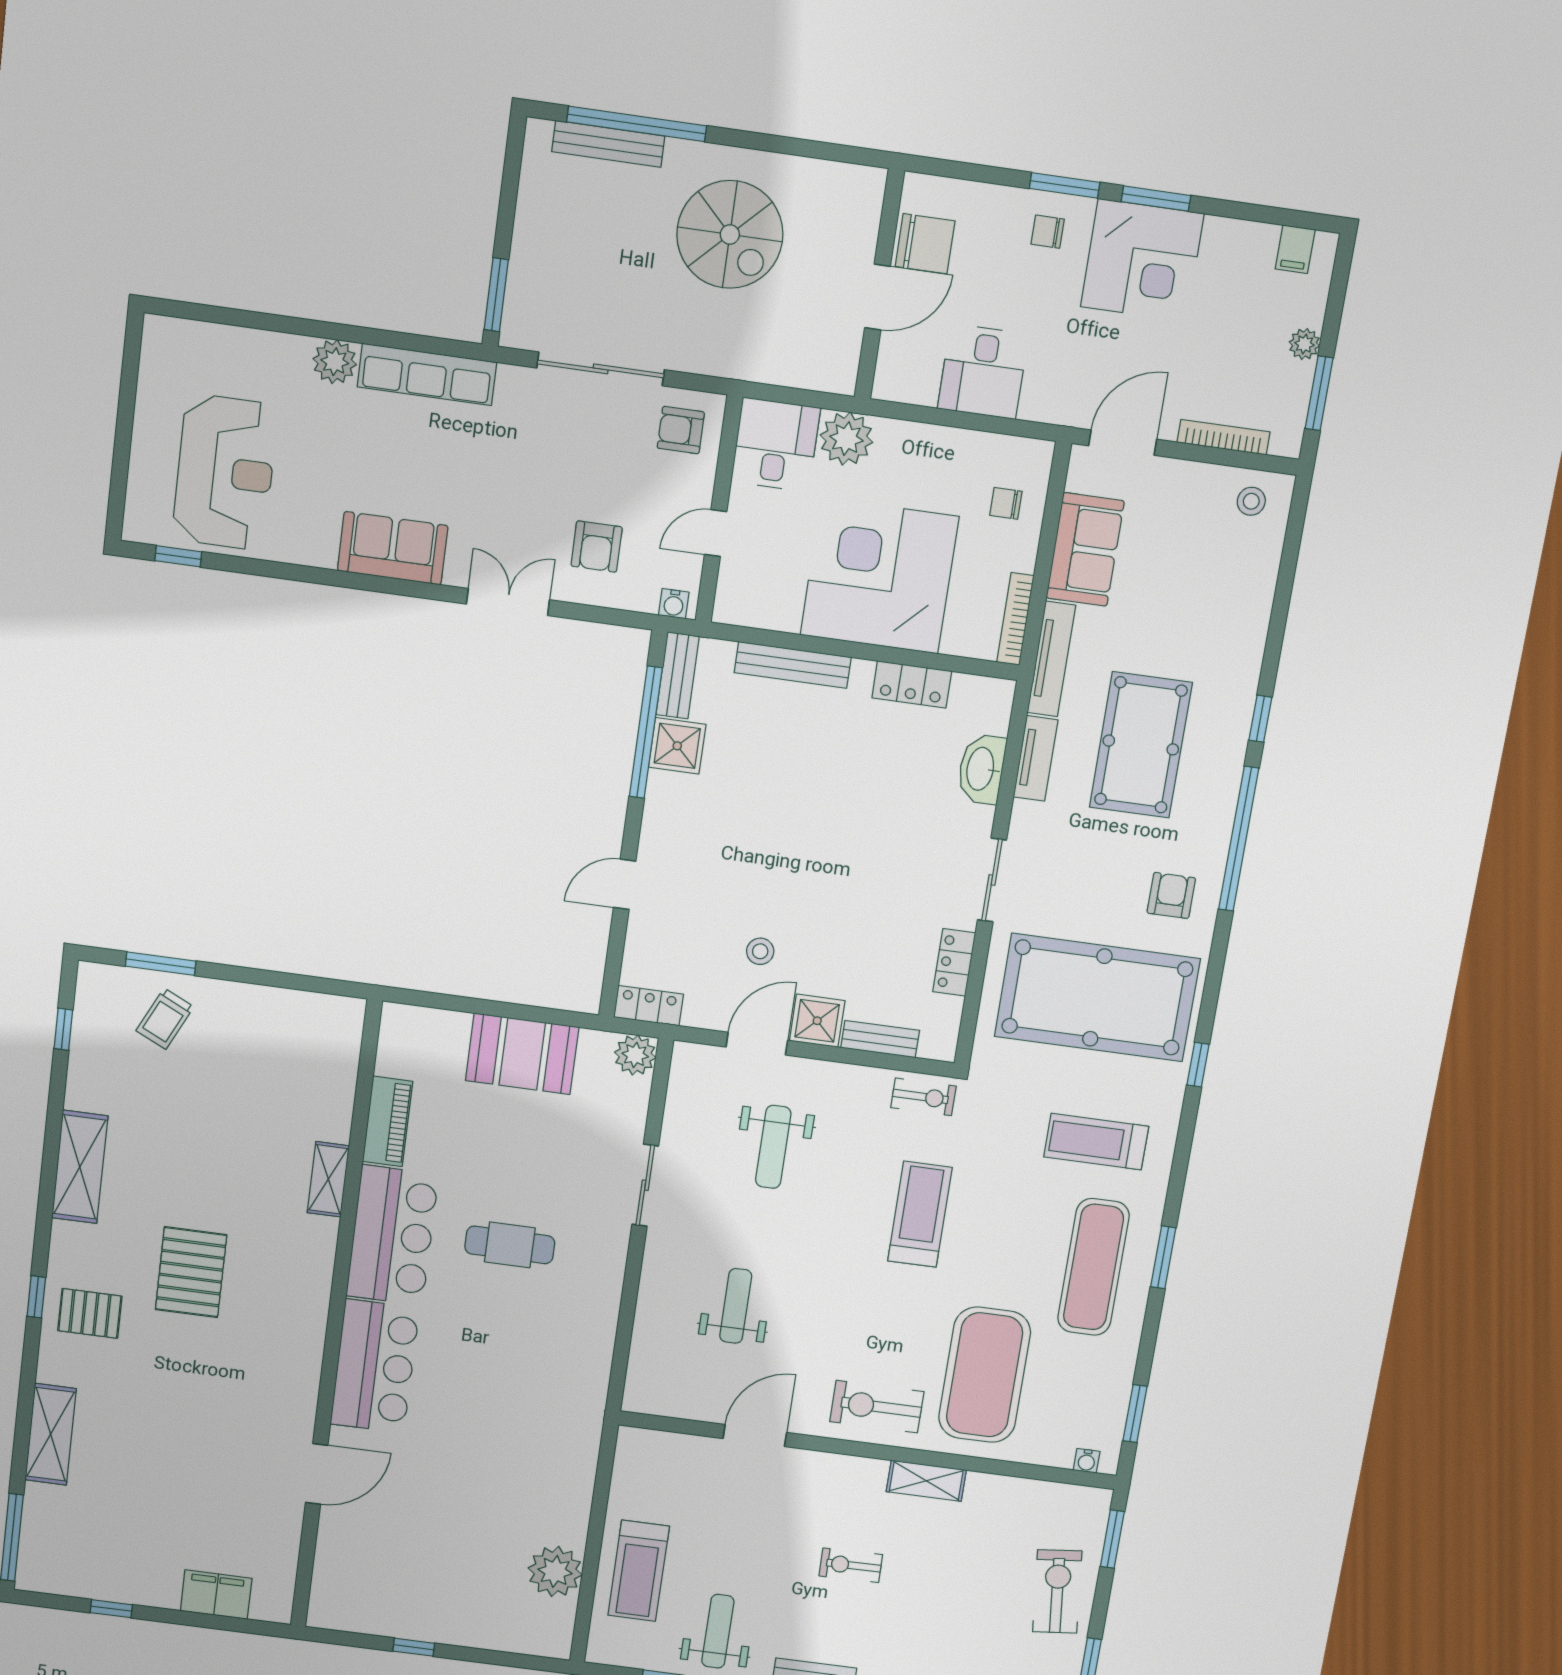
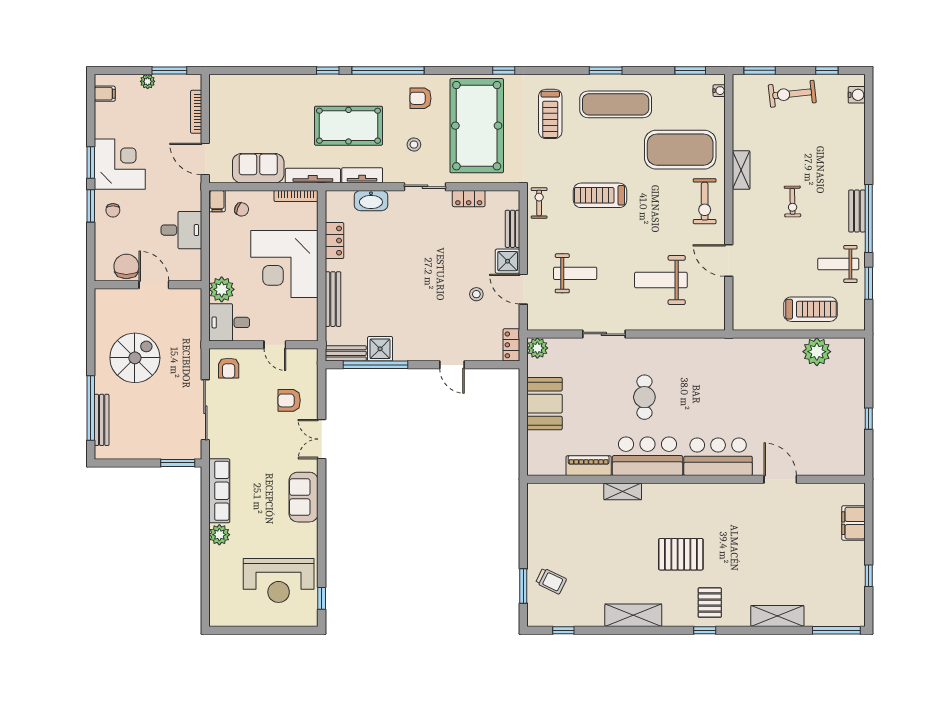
filing cabinet: (1031, 455) -> (217, 201), added
reception desk: (225, 472) -> (279, 580), turned 180
stool: (1251, 501) -> (414, 145), moved
chair: (1006, 503) -> (242, 209), turned -69
armchair: (597, 547) -> (289, 400), turned 180
water cooler: (674, 604) -> (311, 360), removed
weight bench: (736, 1306) -> (661, 280), width x1.36, depth x1.33

